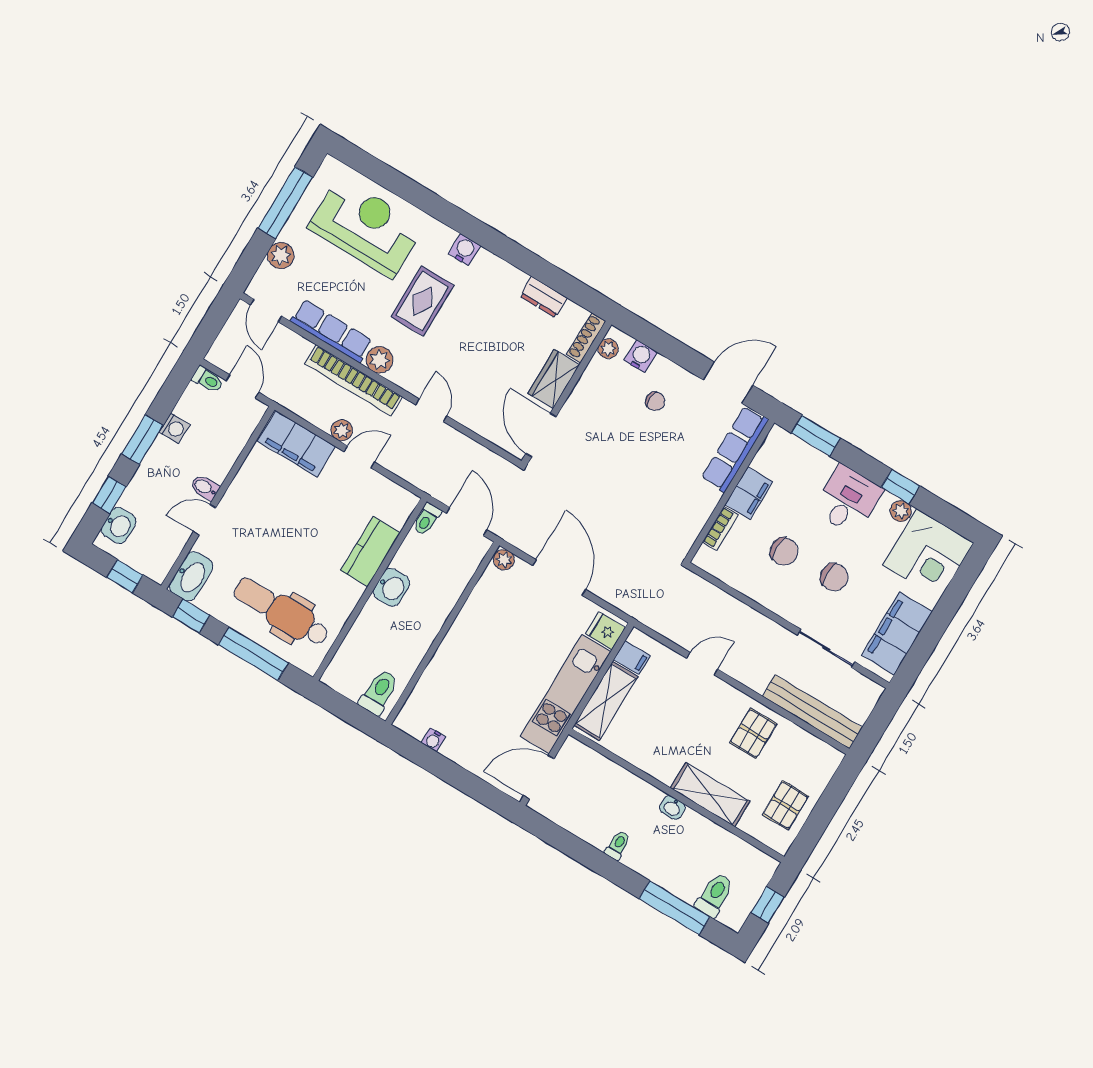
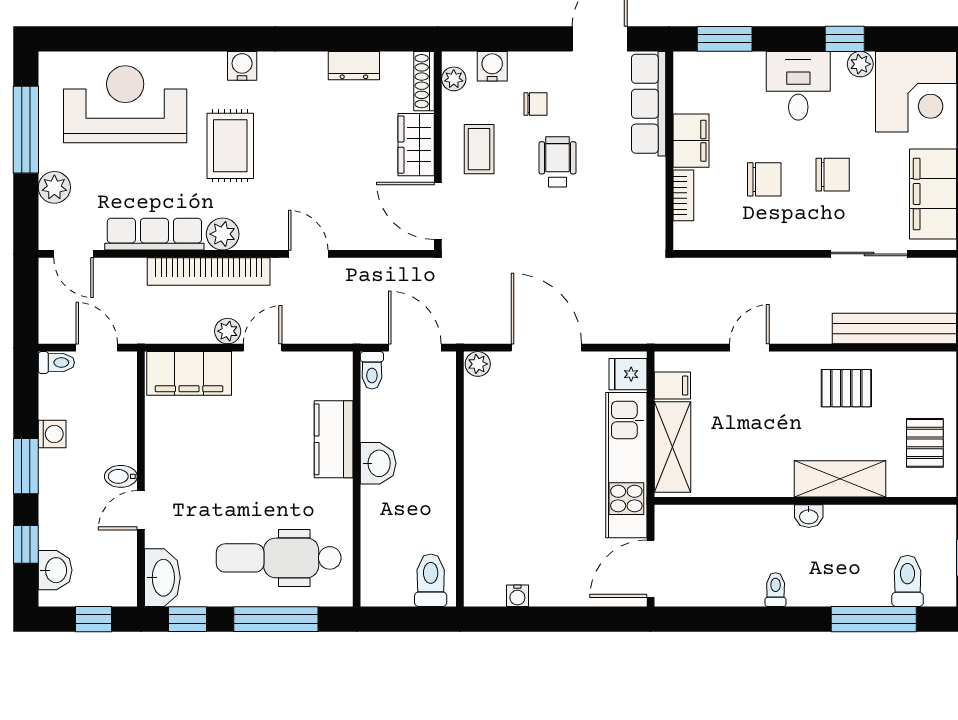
coffee table: (596, 409) -> (479, 149), added
wheelchair: (646, 451) -> (557, 162), added
pallet: (753, 733) -> (846, 388), turned 90

